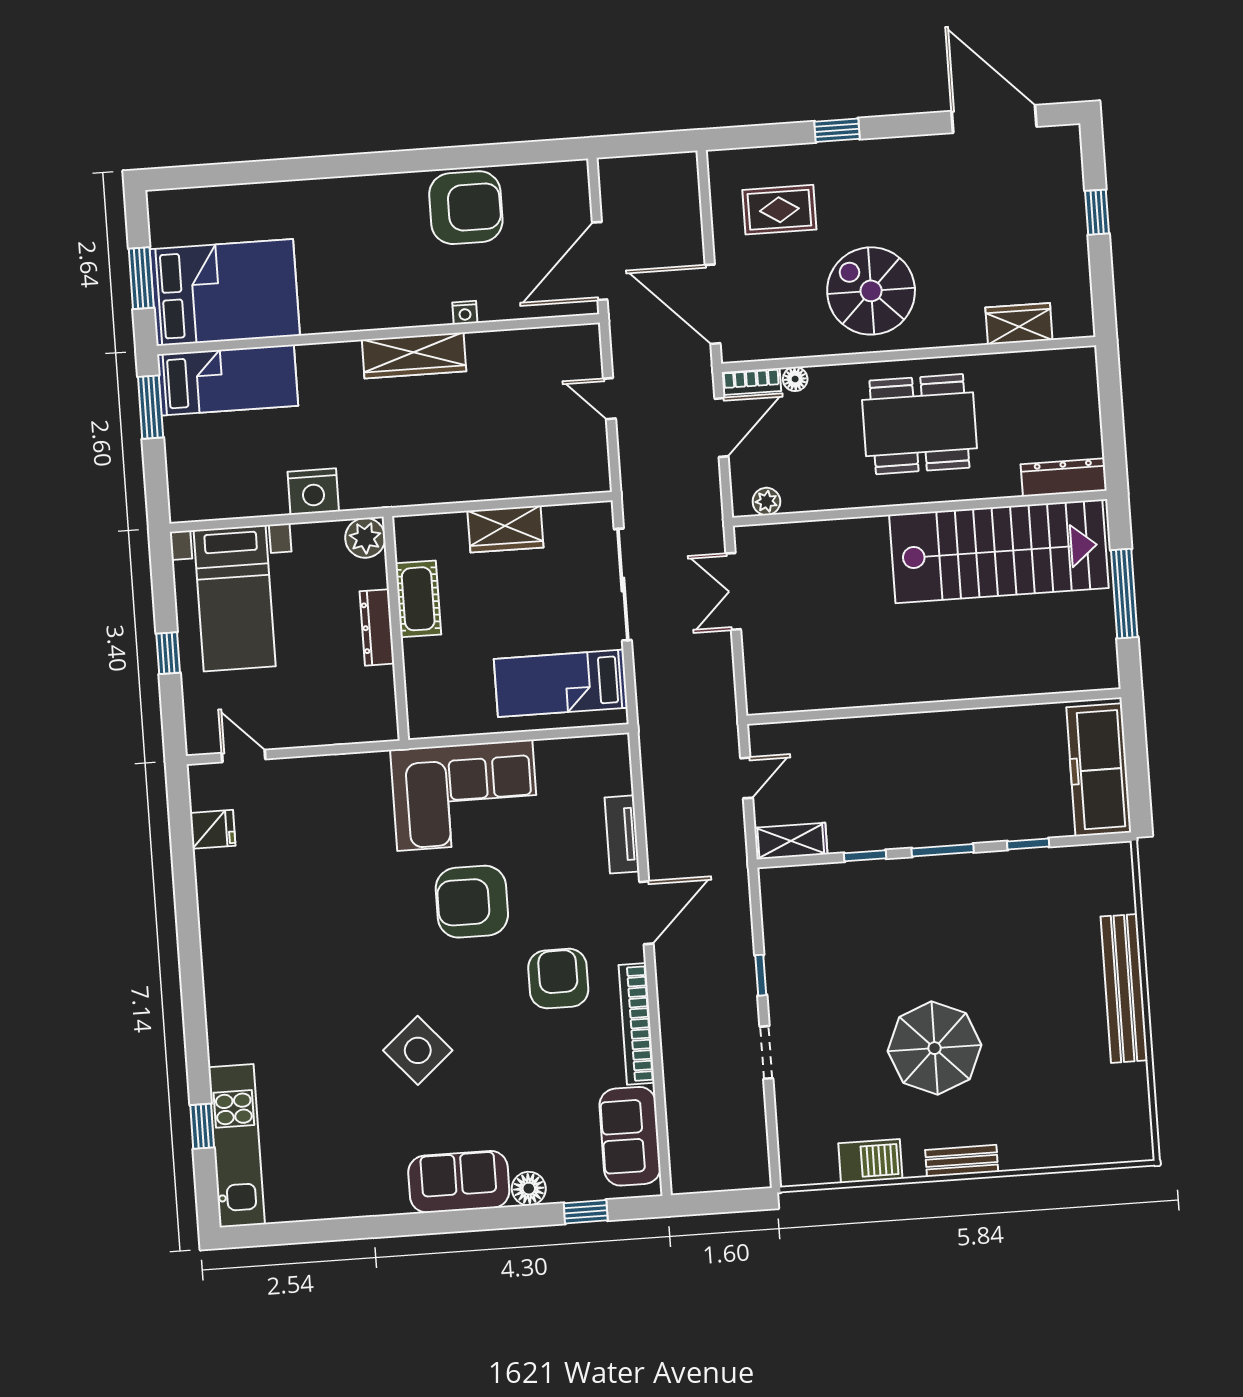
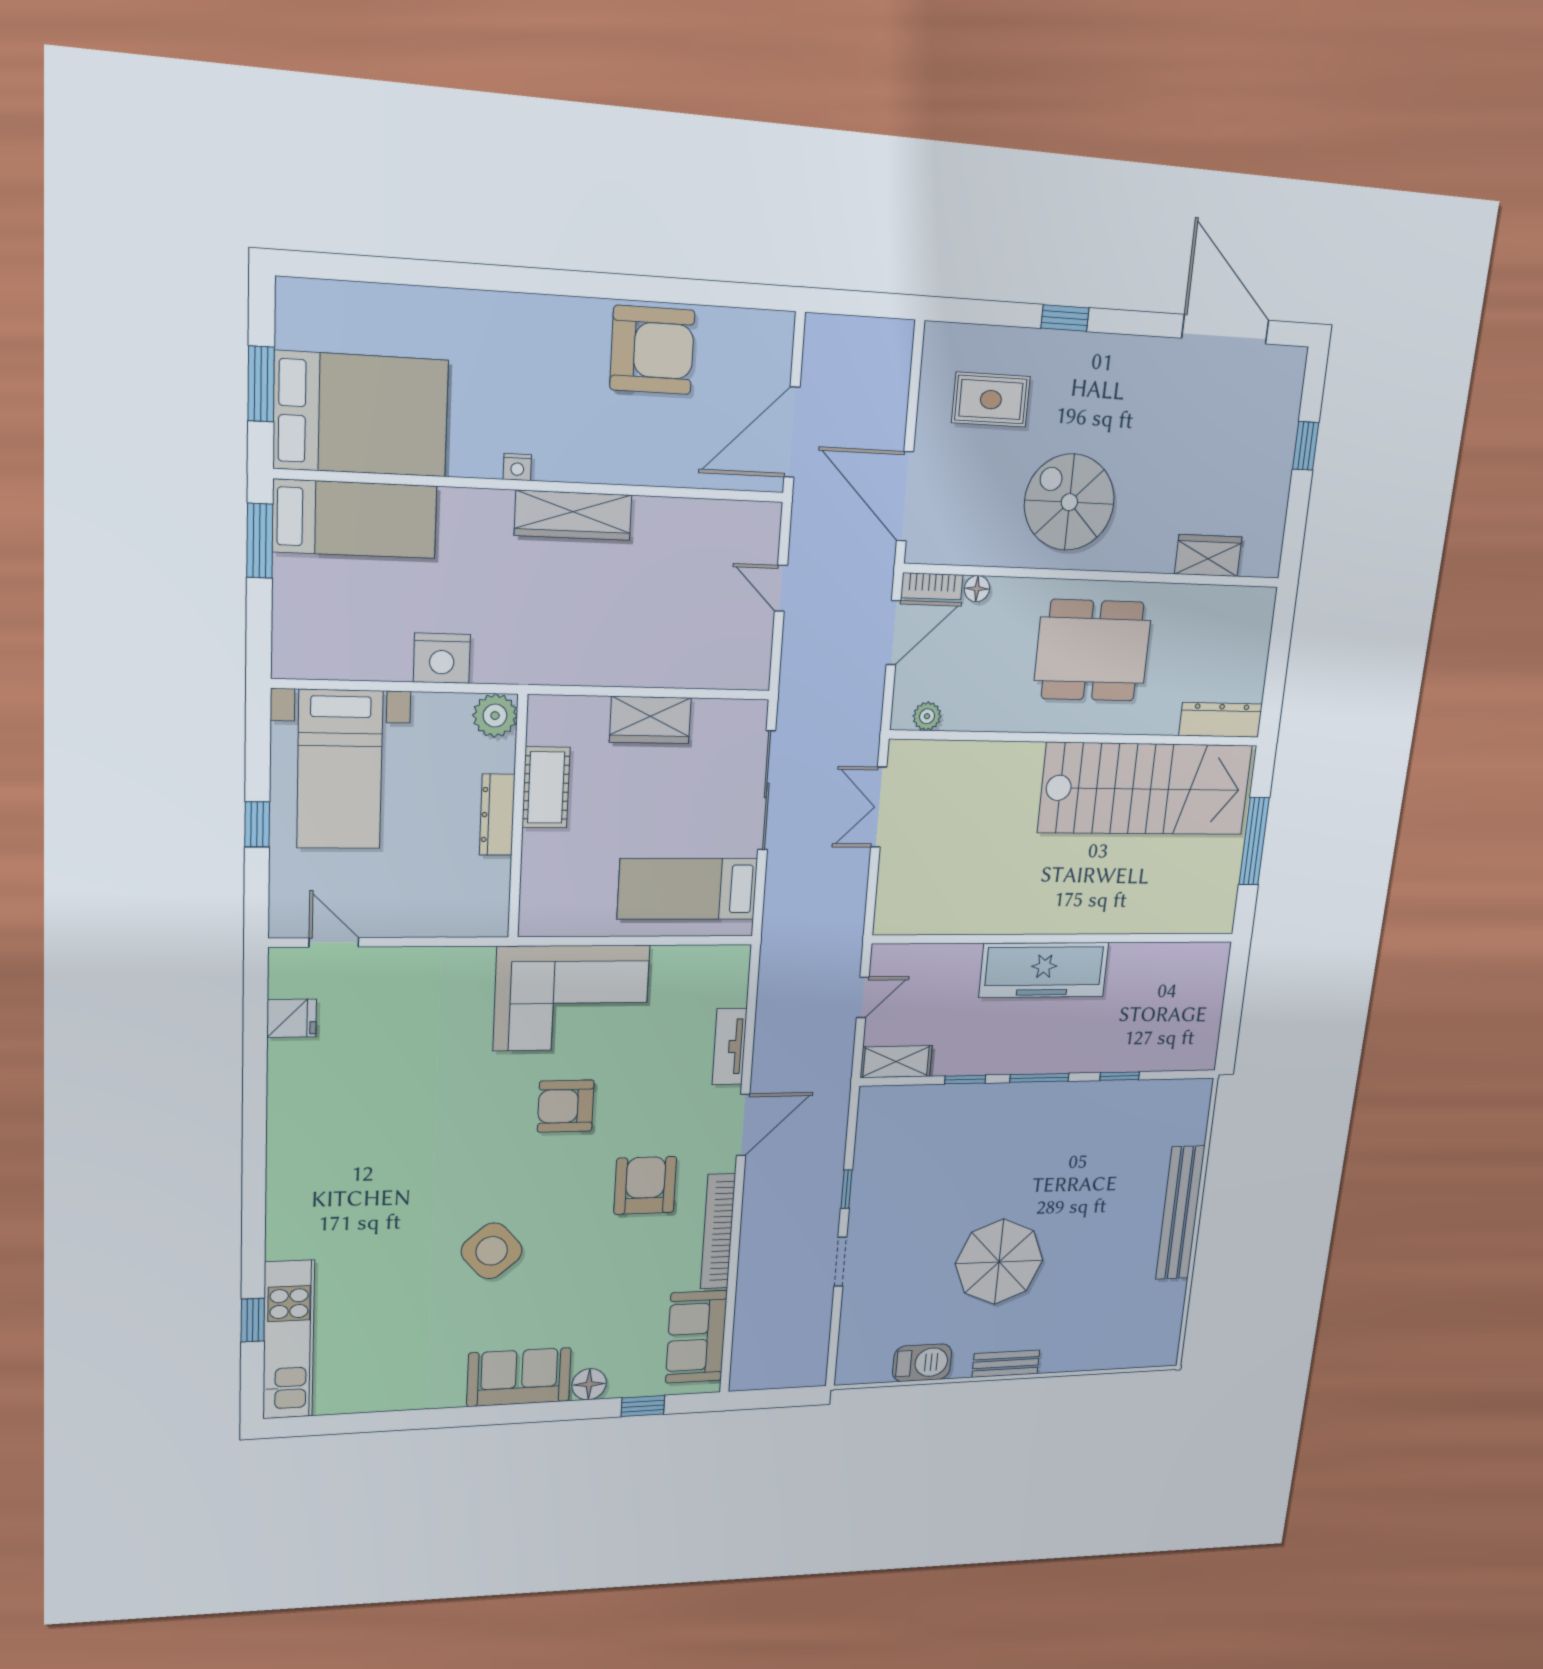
nightstand: (465, 313) -> (517, 467), moved
freezer: (1099, 770) -> (1044, 970), moved, turned -90
armchair: (472, 902) -> (566, 1106), width x0.73, depth x0.73

